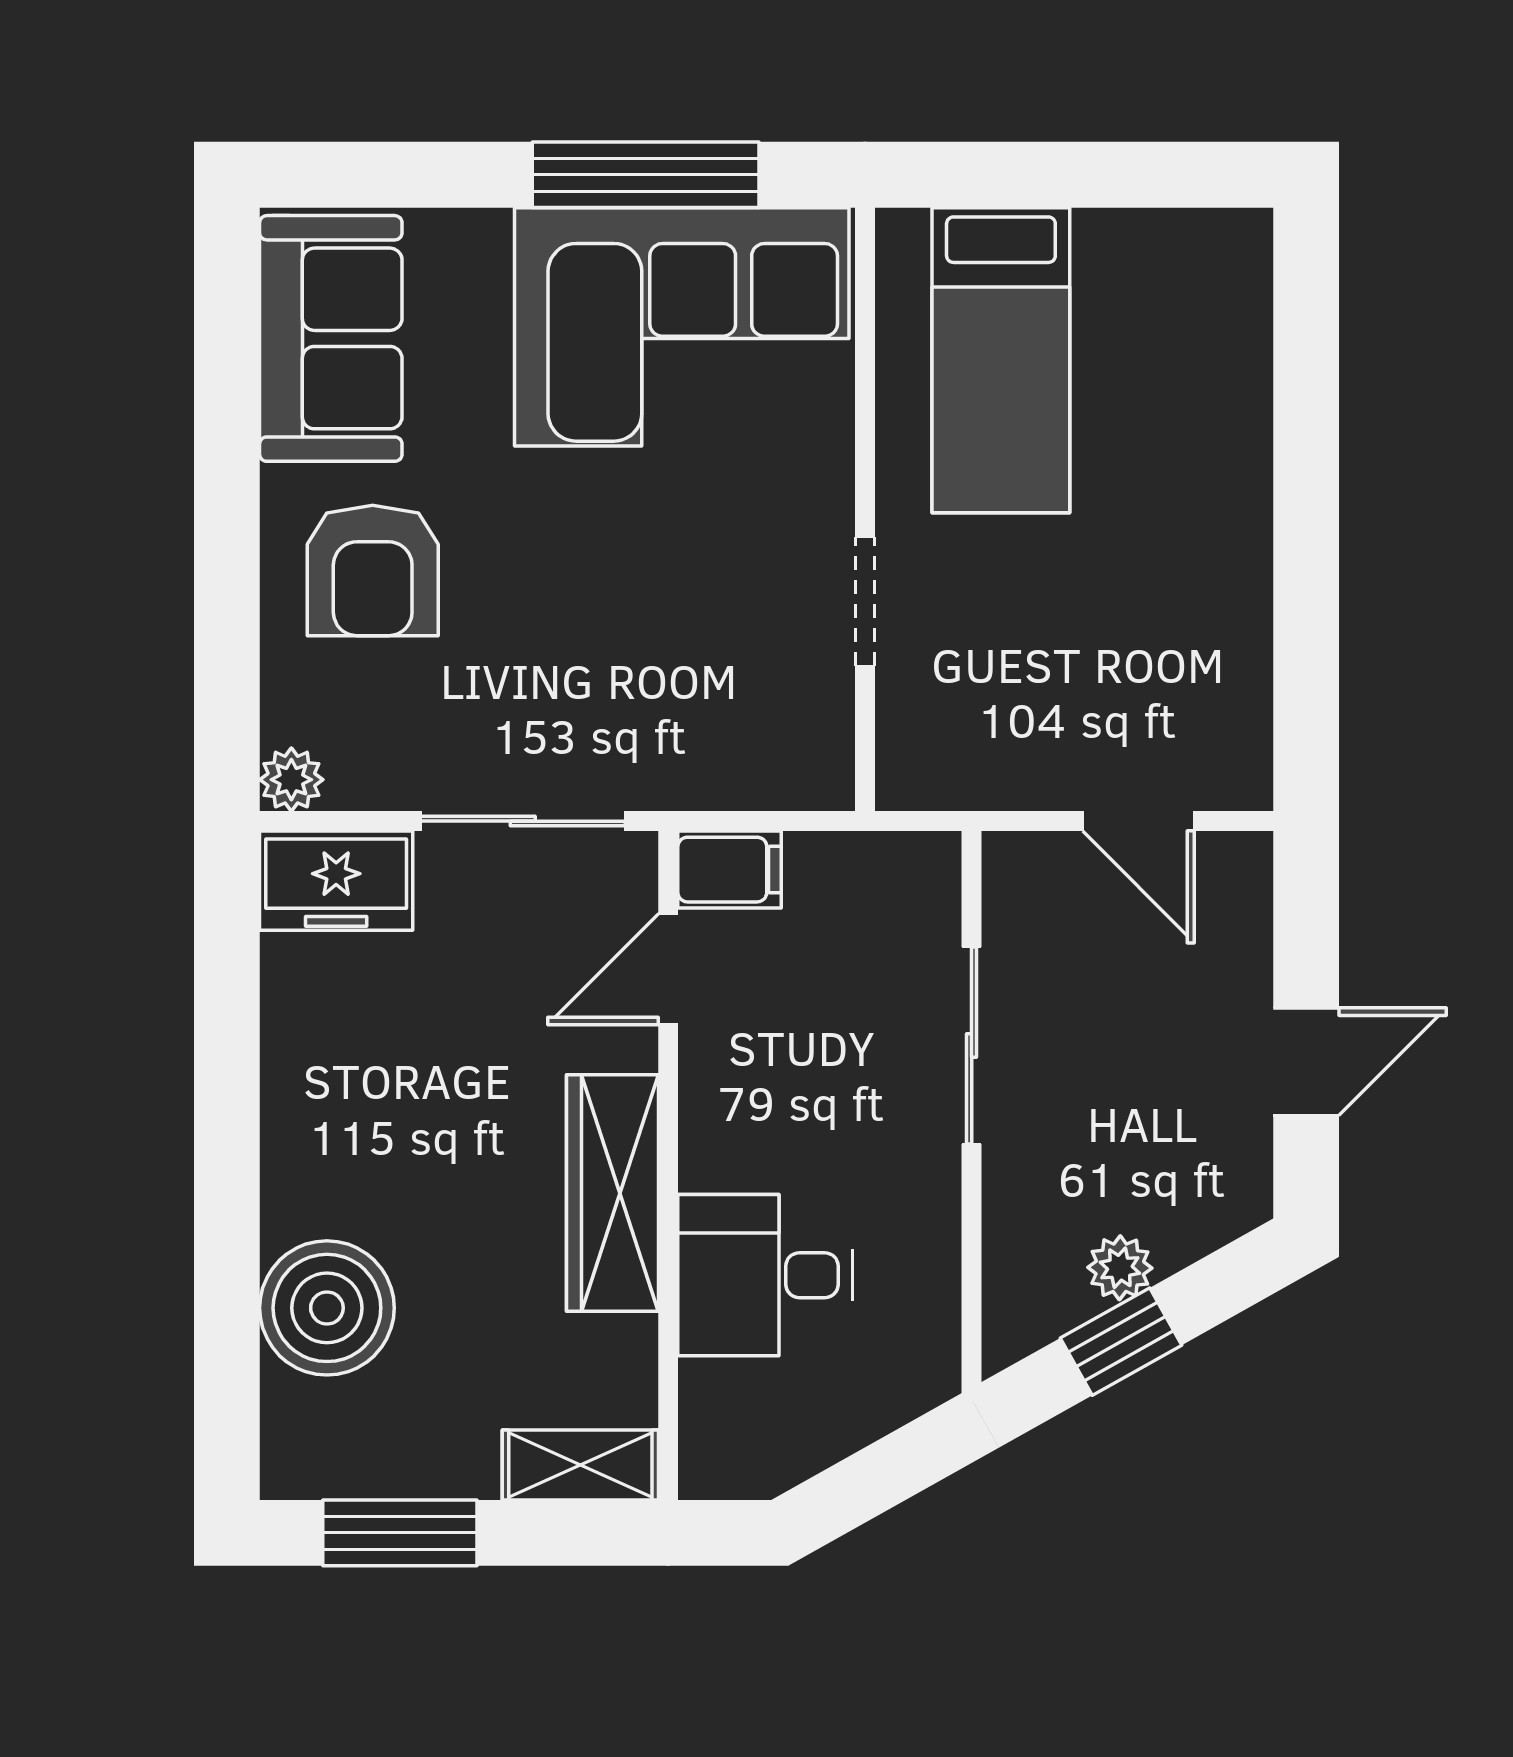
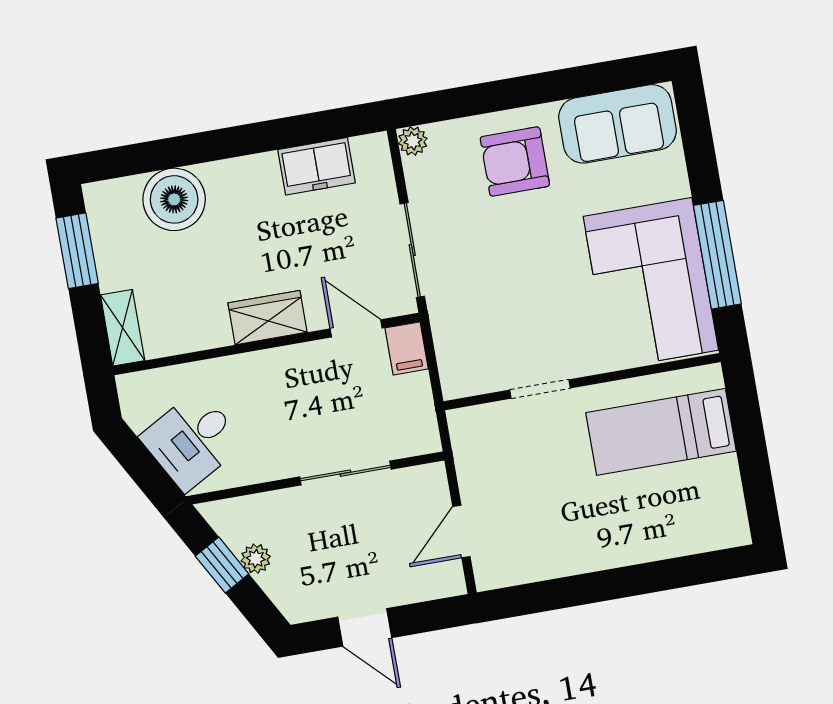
freezer: (336, 881) -> (317, 166), moved, turned -90
wardrobe: (613, 1193) -> (267, 318), width x0.67
desk: (765, 1275) -> (192, 440), moved, turned -119

